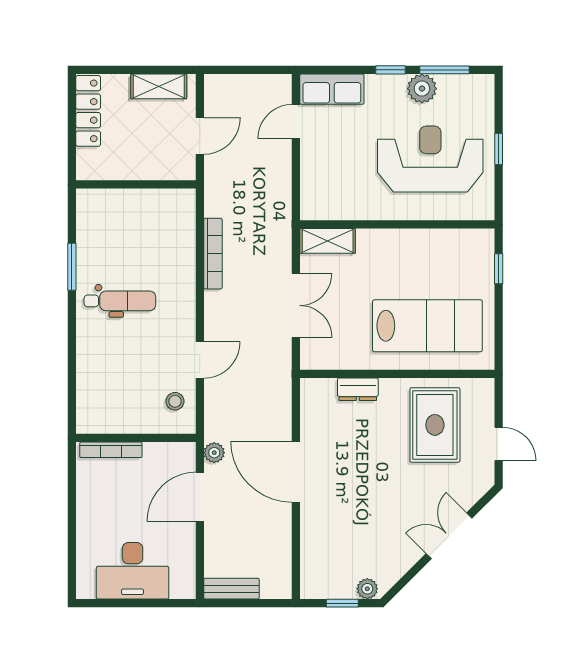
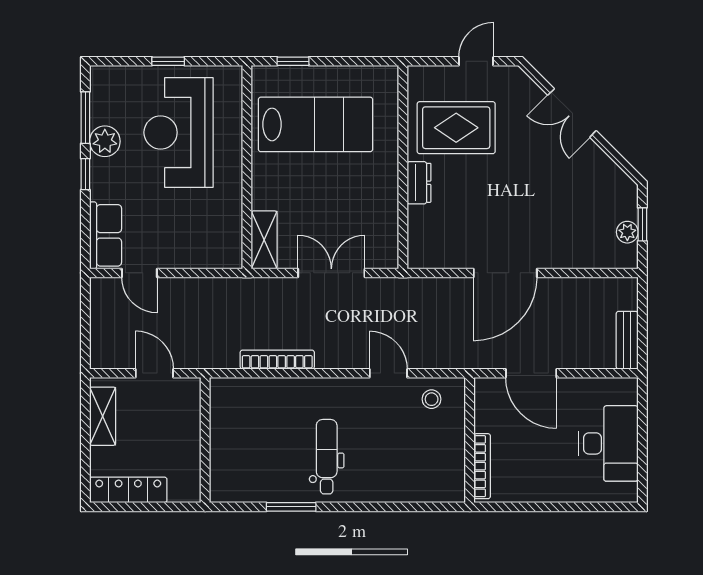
lab bench: (427, 326) -> (315, 124), moved, turned 90
dresser: (358, 389) -> (419, 183), moved
plant: (214, 453) -> (485, 358), removed
plant: (367, 589) -> (627, 232), moved

